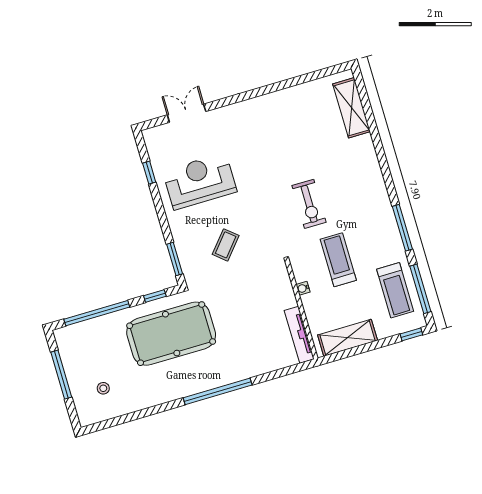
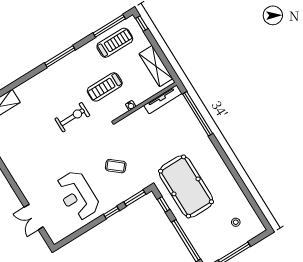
window: (149, 173) -> (112, 212), moved
window: (402, 228) -> (60, 56), moved
window: (218, 391) -> (198, 114), moved

